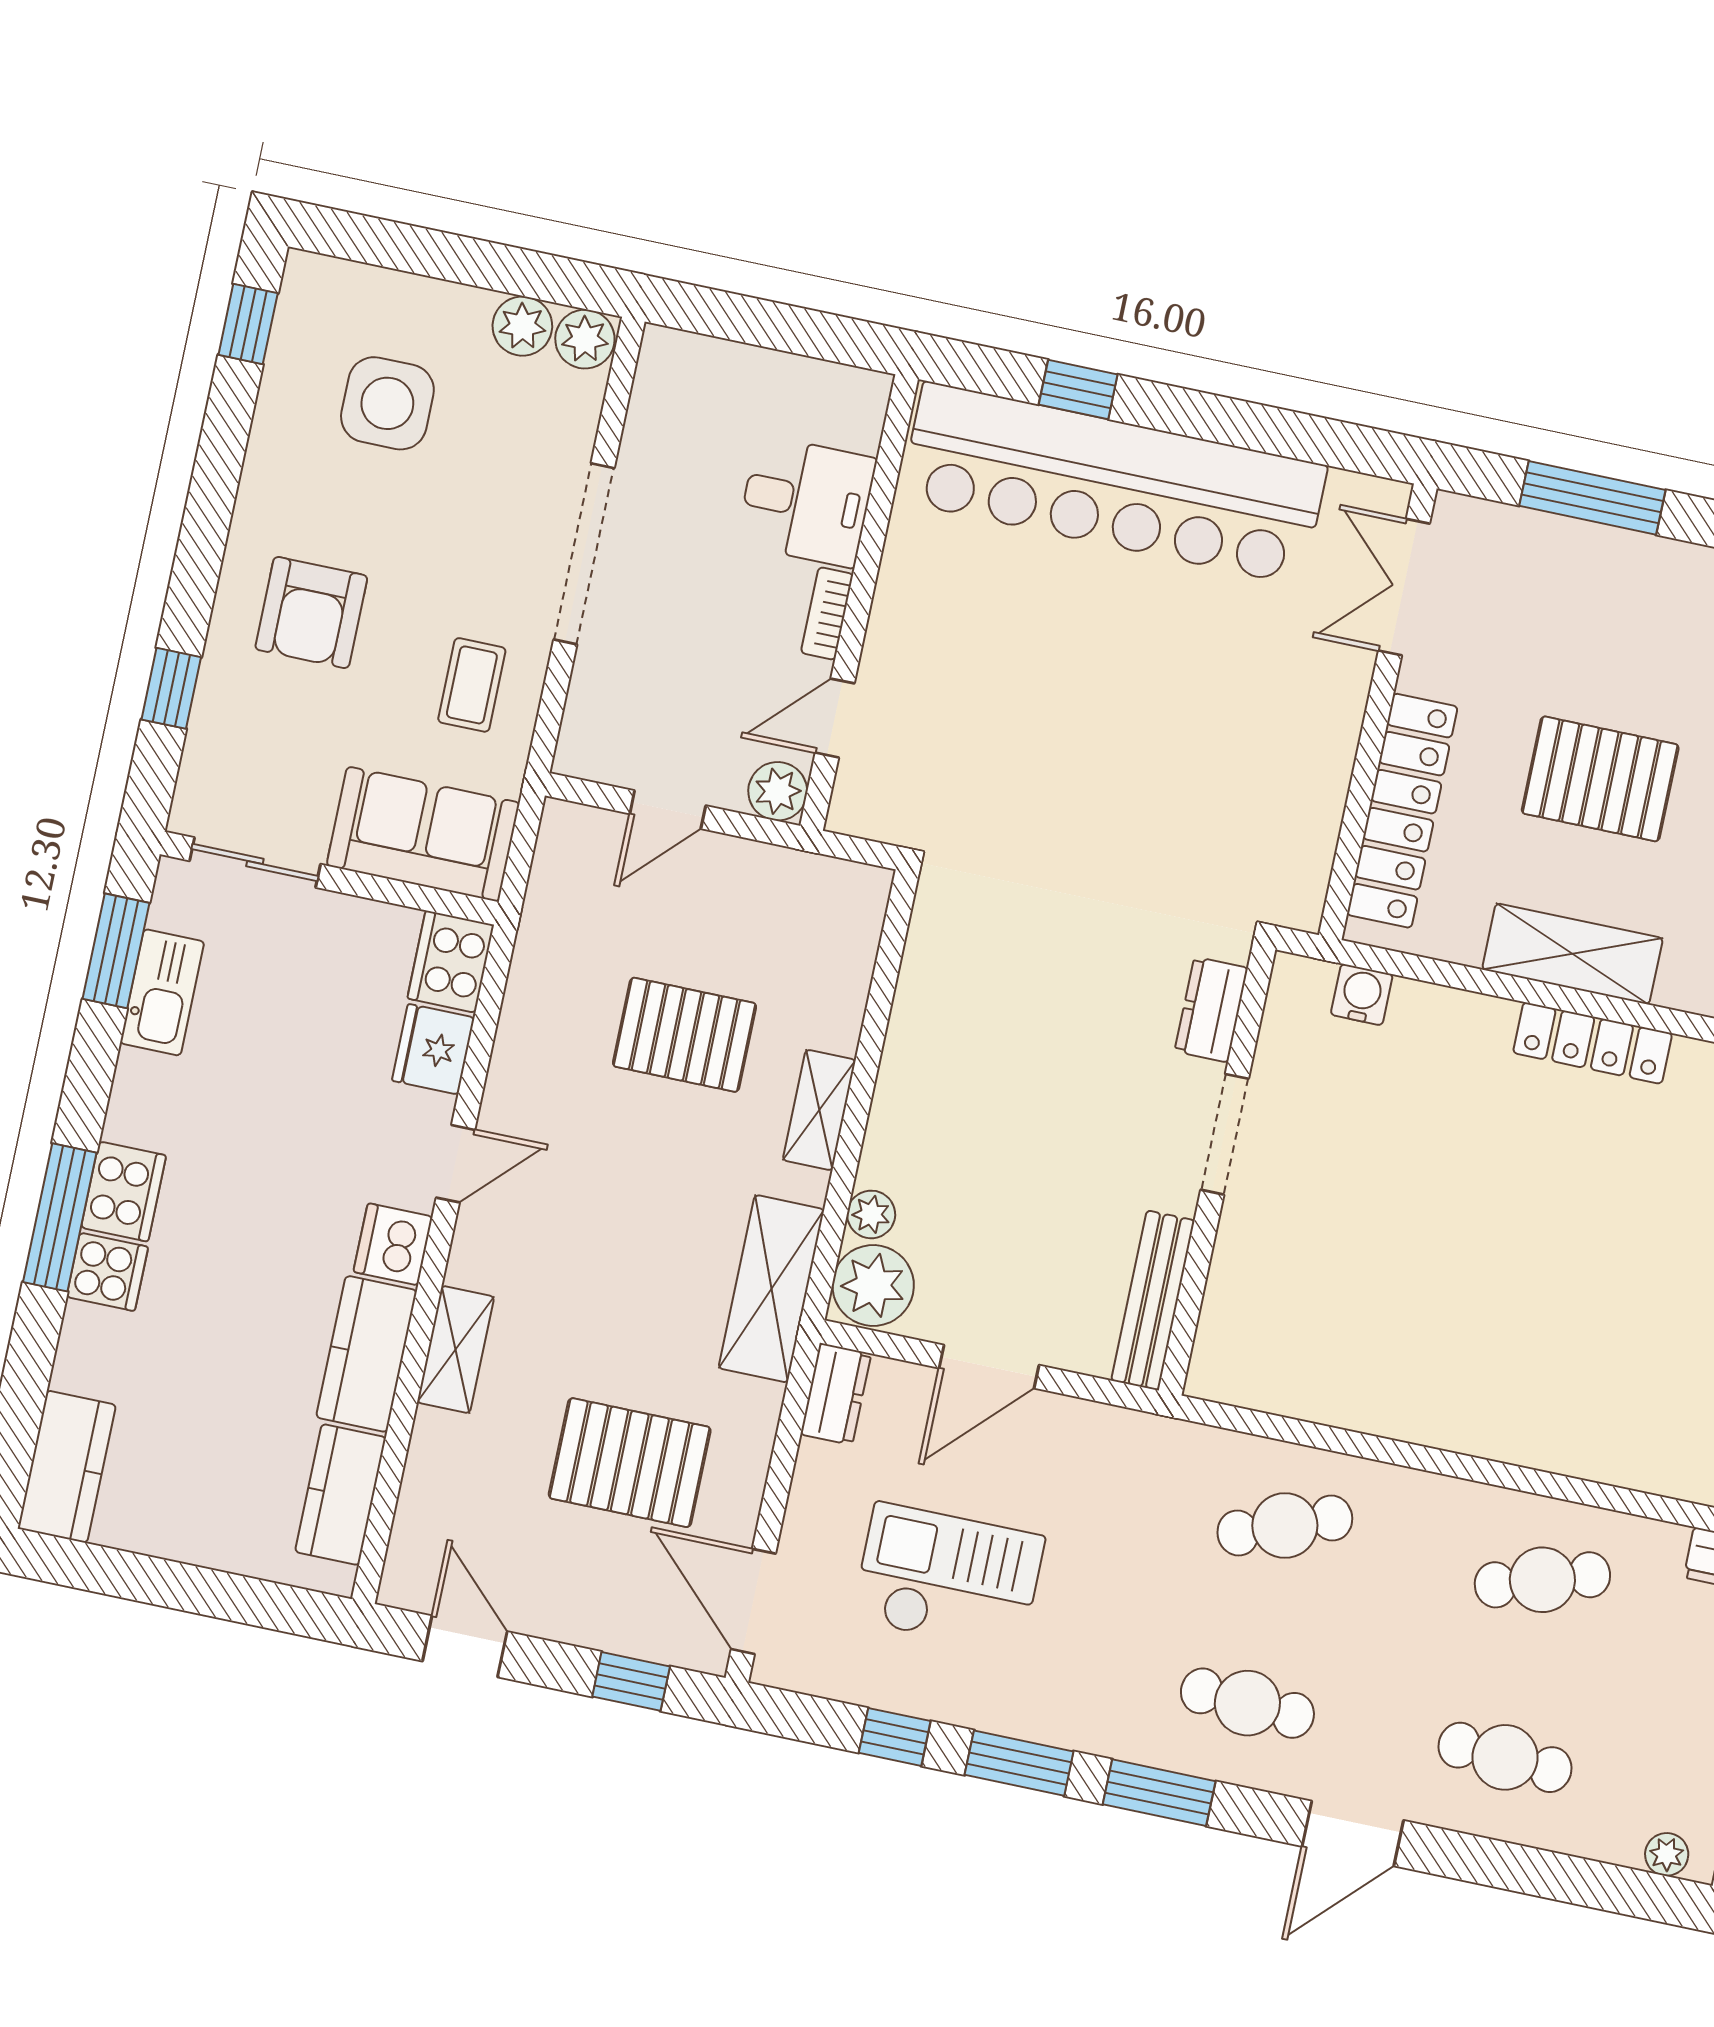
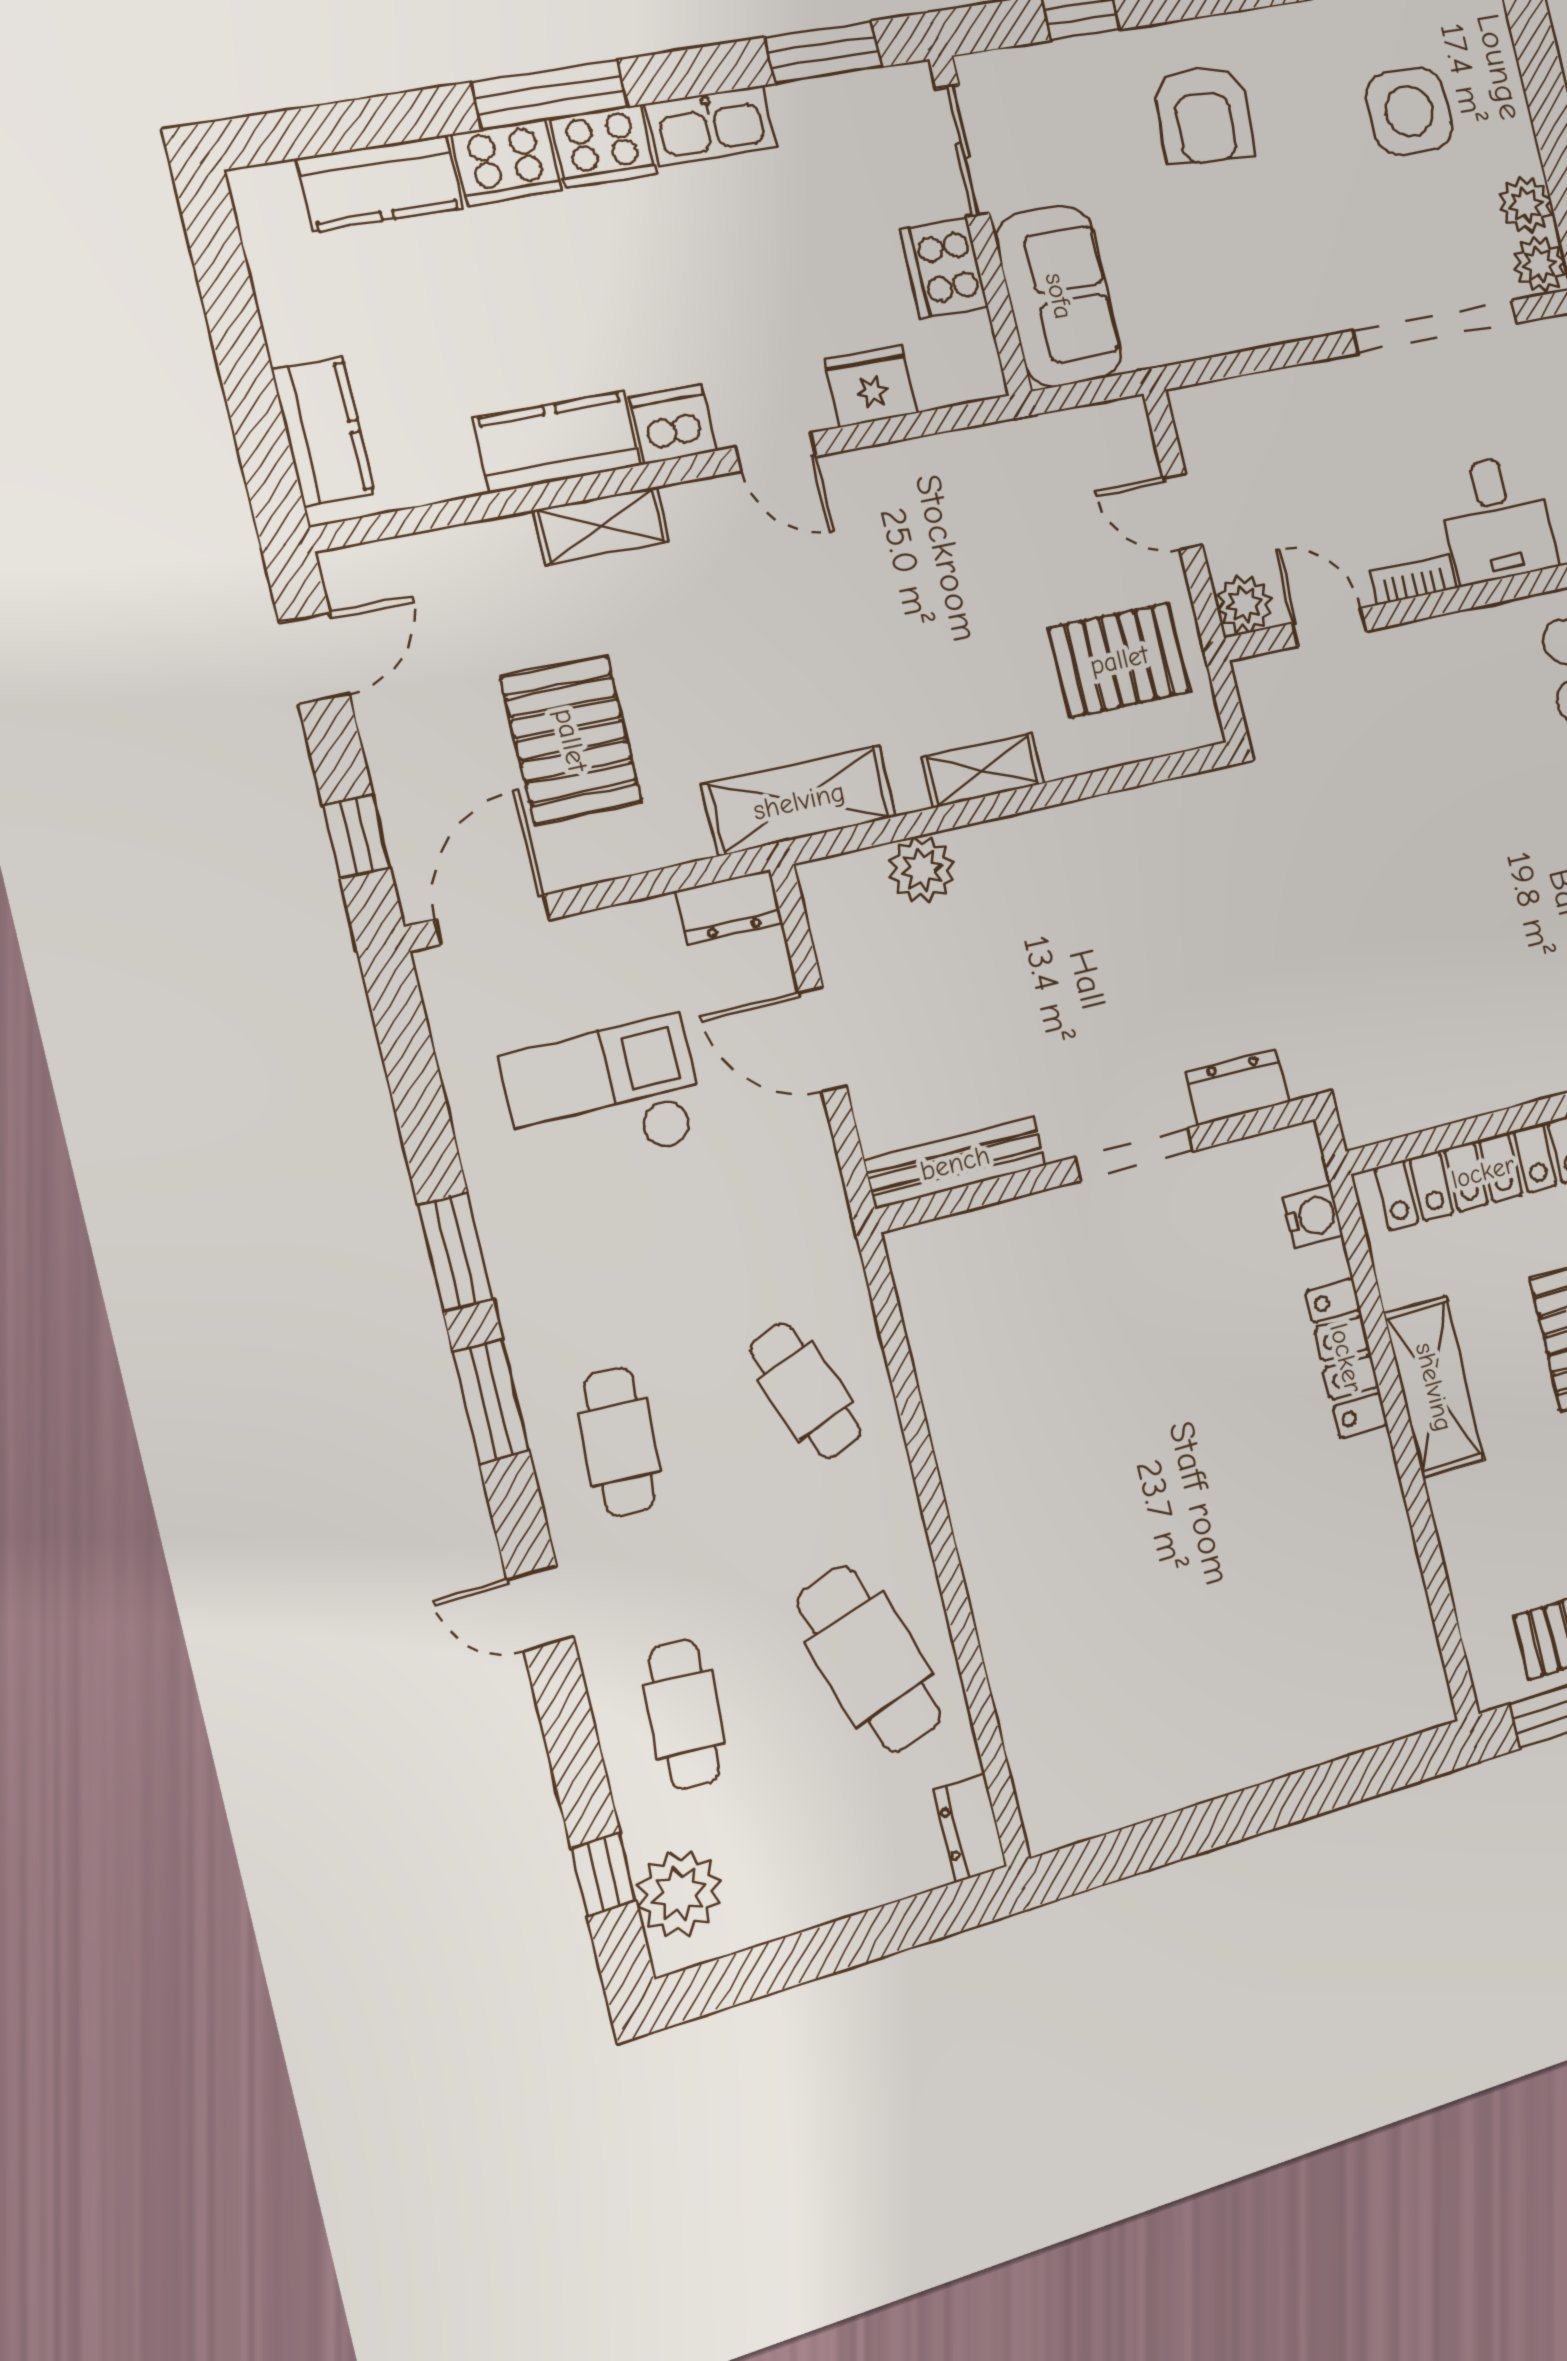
doorway: (584, 554) -> (1435, 327), moved
armchair: (311, 613) -> (1204, 114), turned -86
coffee table: (472, 685) -> (1208, 286), removed
cooker: (451, 962) -> (944, 268), moved, turned -90
kitchen sink: (162, 992) -> (711, 126), moved
pallet: (684, 1035) -> (1119, 660), moved, turned 90
locker: (1593, 1043) -> (1346, 1358), moved
plant: (871, 1214) -> (922, 870), width x1.38, depth x1.38
cooker: (107, 1272) -> (506, 162), width x1.36
plant: (873, 1285) -> (847, 895), removed
kitchen counter: (67, 1467) -> (380, 183), moved
kitchen counter: (341, 1495) -> (323, 432), moved, turned 90
checkout: (948, 1578) -> (604, 1096), turned -90
cafe table: (1542, 1580) -> (869, 1659), width x1.37, depth x1.35
window: (895, 1737) -> (604, 1874), moved
door: (1353, 1833) -> (540, 1608), width x0.73
plant: (1667, 1854) -> (679, 1893), width x1.88, depth x1.88

